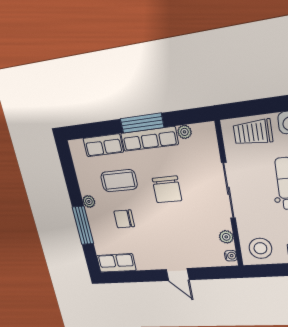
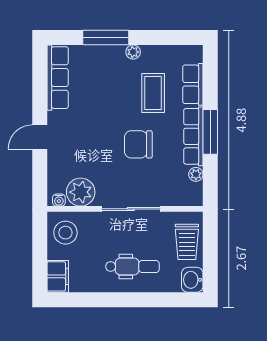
trolley: (253, 132) -> (187, 242), turned 180
chair: (124, 219) -> (110, 89), removed
plant: (226, 237) -> (81, 192), width x1.88, depth x1.88
row of seats: (116, 263) -> (58, 78), width x1.48

